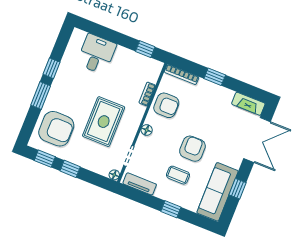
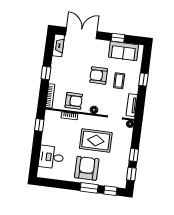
window: (52, 68) -> (110, 191), moved
armchair: (166, 105) -> (74, 101), turned 90
armchair: (56, 129) -> (87, 168), moved
sofa: (217, 192) -> (124, 51), width x0.73

